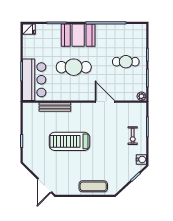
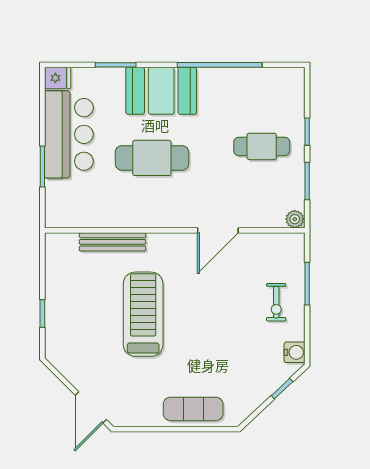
bar counter: (34, 80) -> (69, 134), moved
door: (105, 102) -> (218, 230), swing flipped
treadmill: (69, 141) -> (143, 314), turned 90

